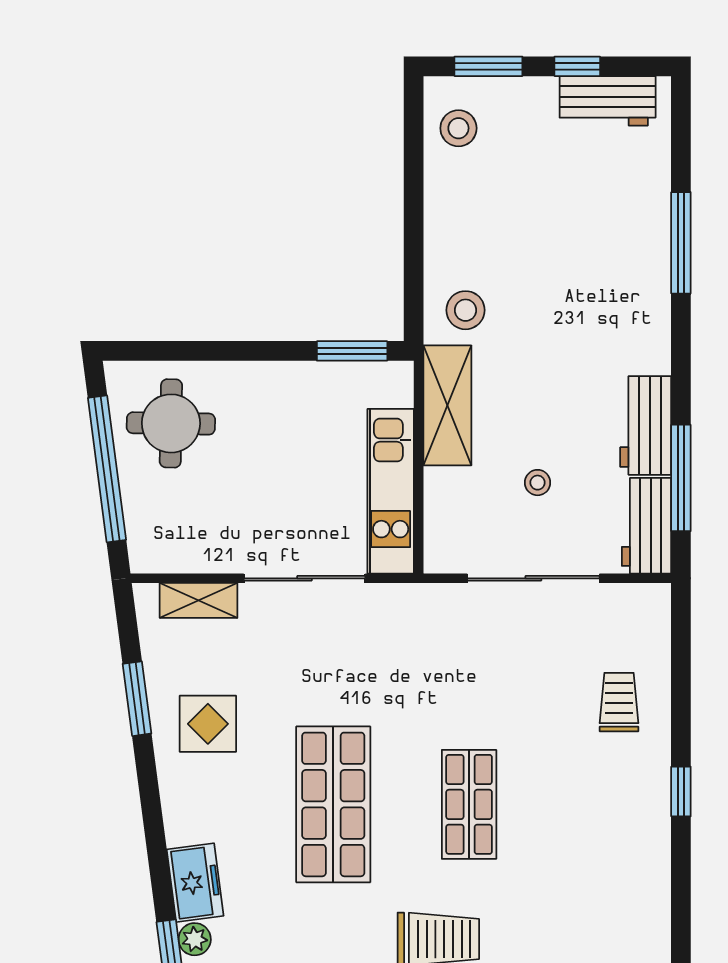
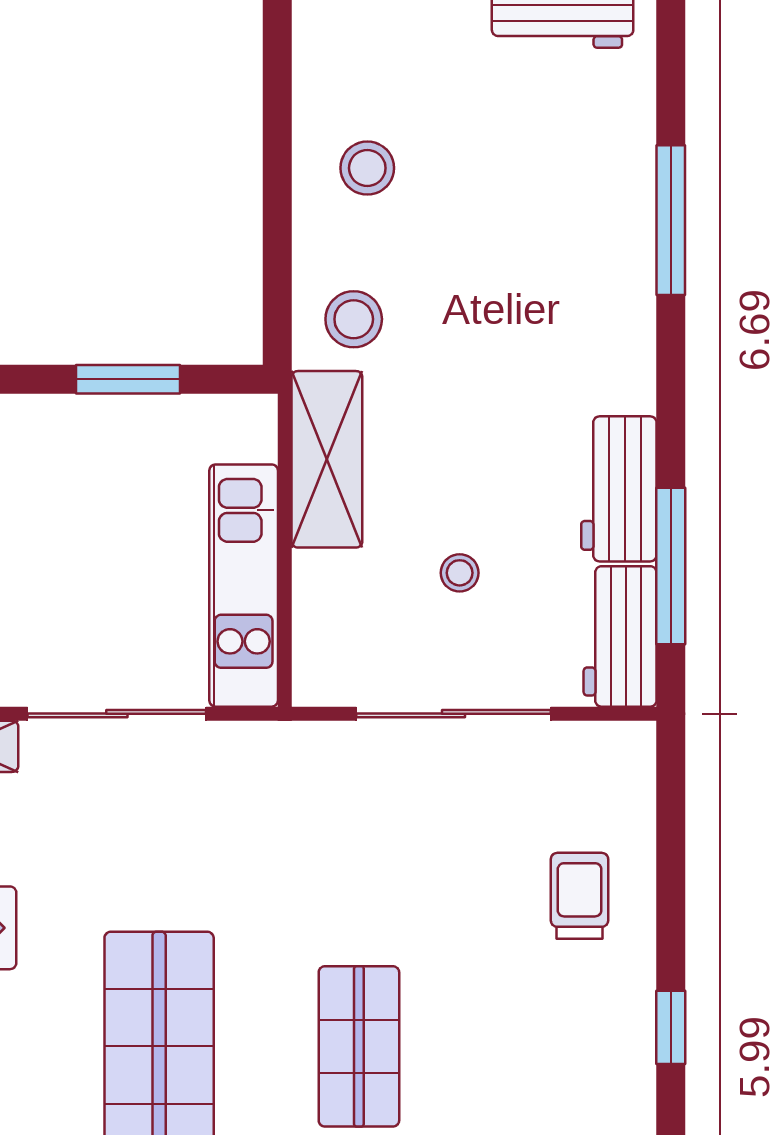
stool: (458, 128) -> (367, 168), moved
window: (352, 351) -> (128, 379), moved

